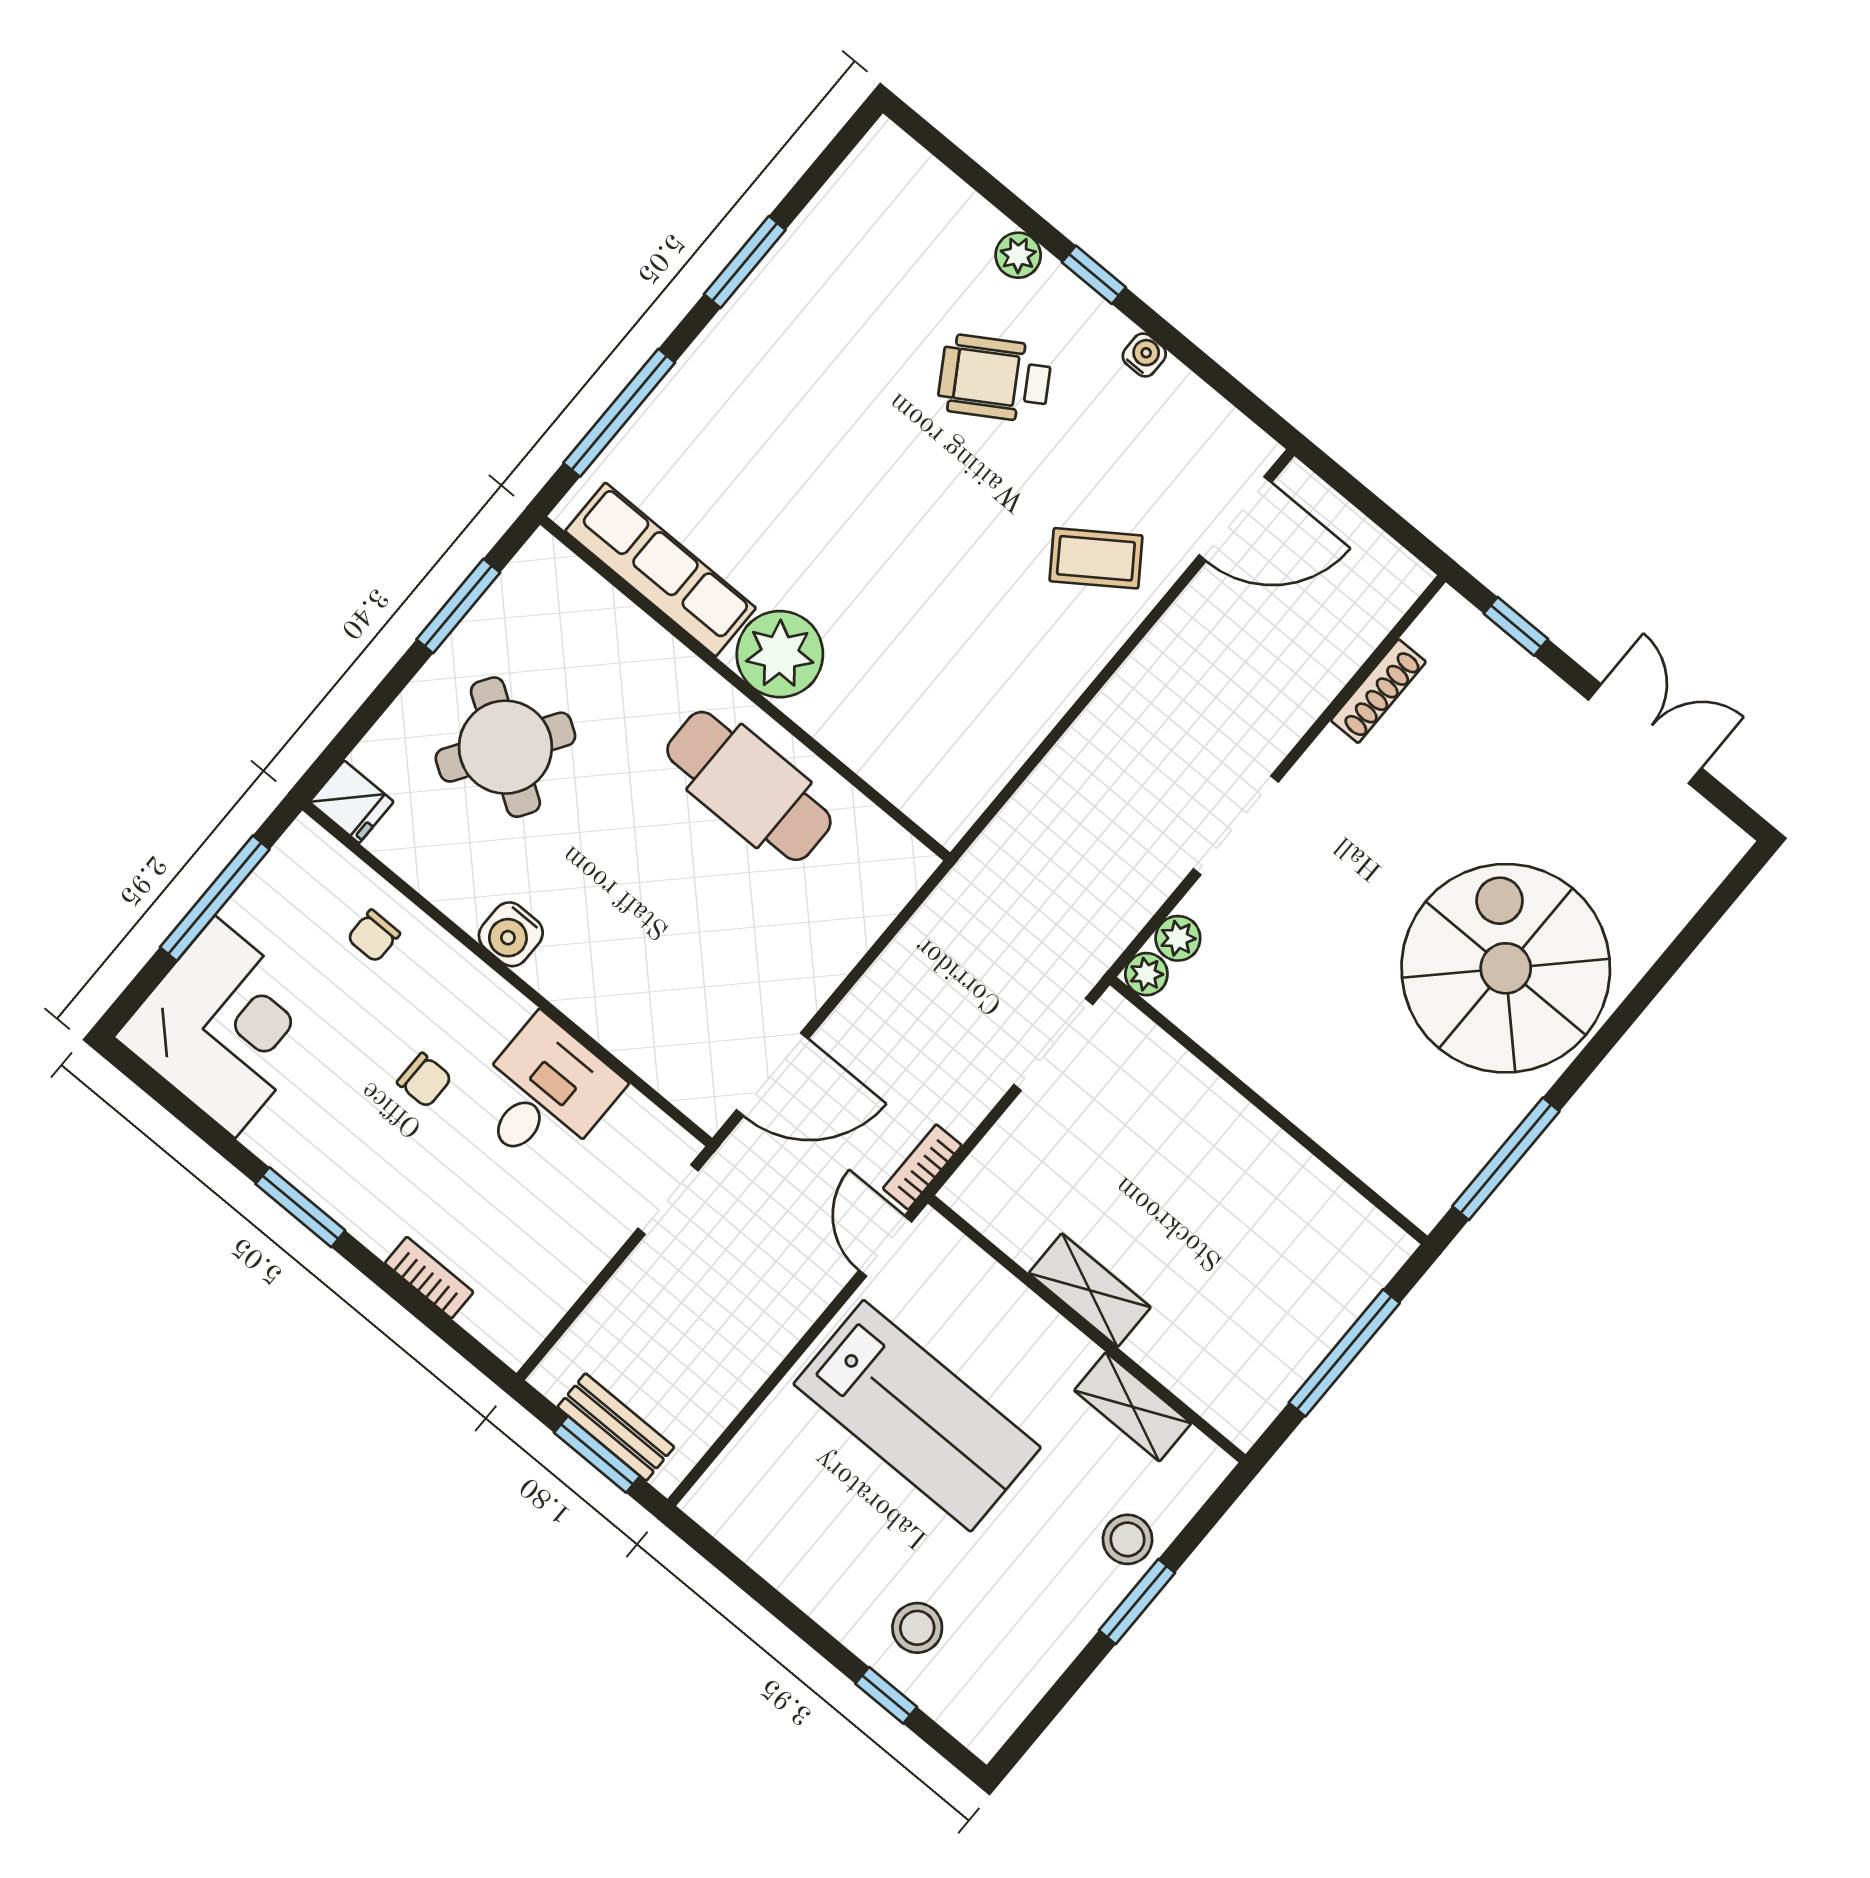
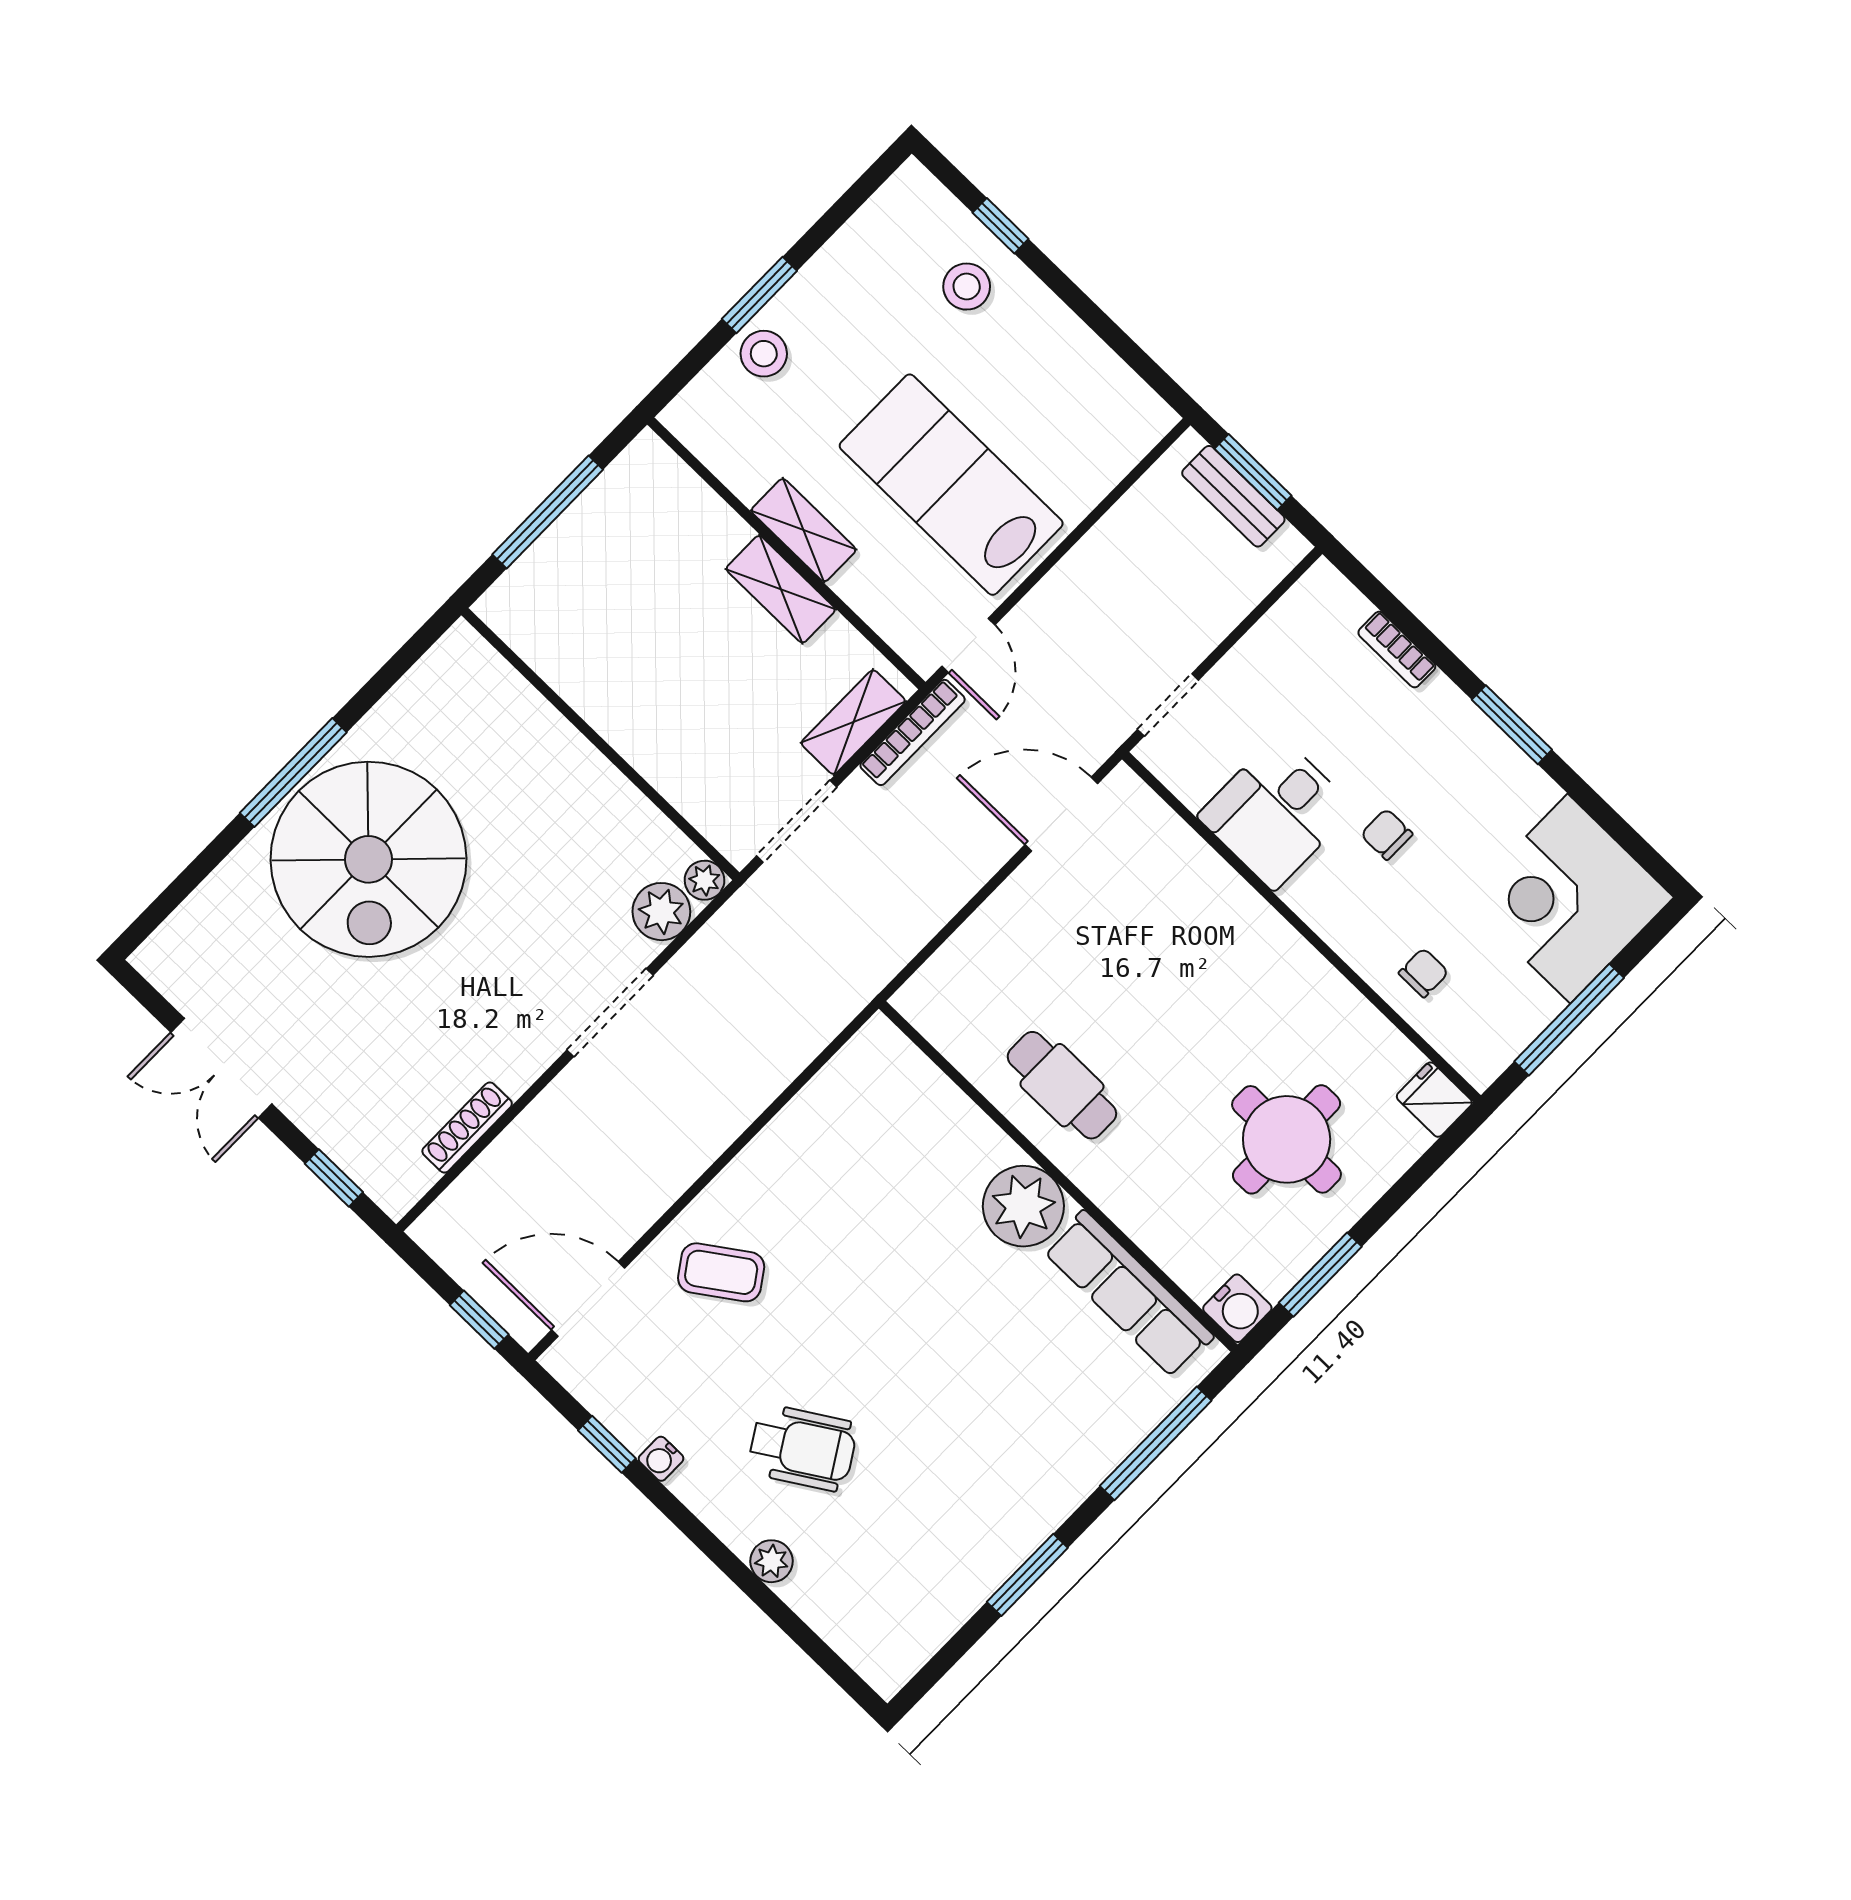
window: (1094, 275) -> (607, 1444), moved
window: (1349, 488) -> (479, 1320), added
round table: (505, 747) -> (1287, 1139), turned -33
cafe table: (749, 786) -> (1062, 1085), width x0.73, depth x0.74
water cooler: (511, 934) -> (1237, 1308), moved, turned 90
plant: (1178, 938) -> (661, 912), width x1.38, depth x1.38
shelving: (1001, 1155) -> (853, 722), added
window: (1506, 1159) -> (293, 773), moved
bookcase: (922, 1167) -> (913, 732), width x1.56
shelving: (1133, 1407) -> (804, 530), moved

